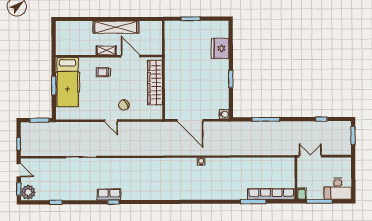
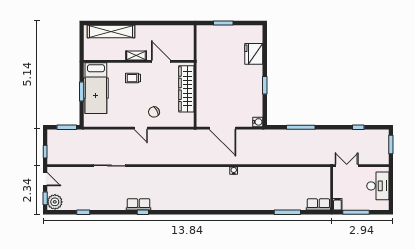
shelving: (116, 27) -> (111, 31), moved
desk: (338, 189) -> (378, 186), moved, turned -90
row of seats: (271, 194) -> (318, 204), width x0.50

